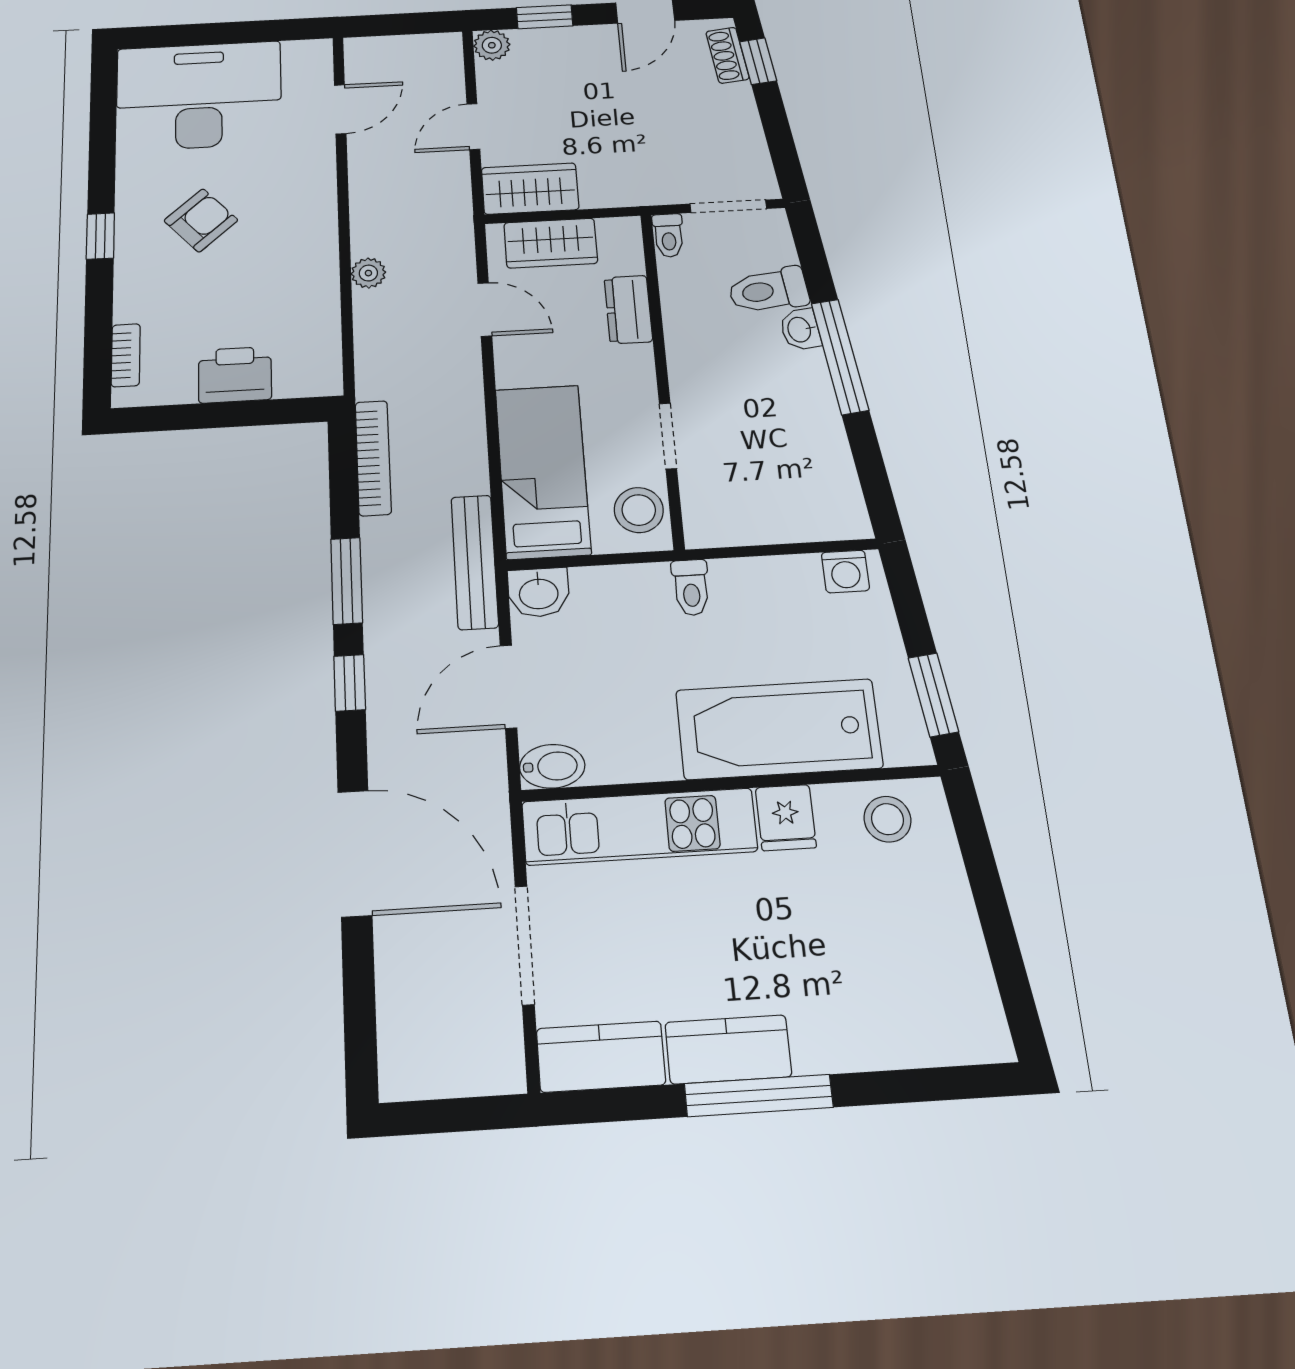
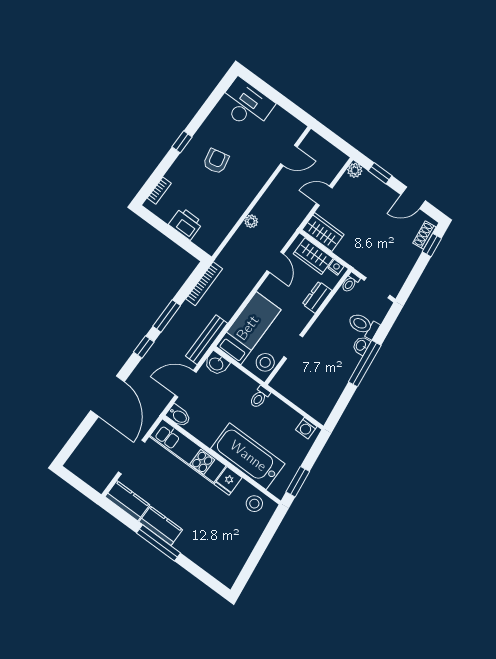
desk: (199, 96) -> (246, 104), width x0.73, depth x0.77
armchair: (201, 220) -> (216, 161), turned -60
nightstand: (614, 230) -> (336, 267), added

